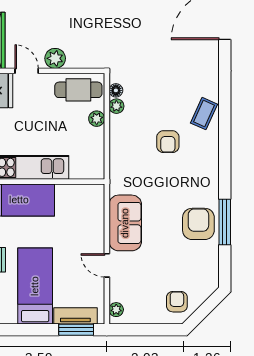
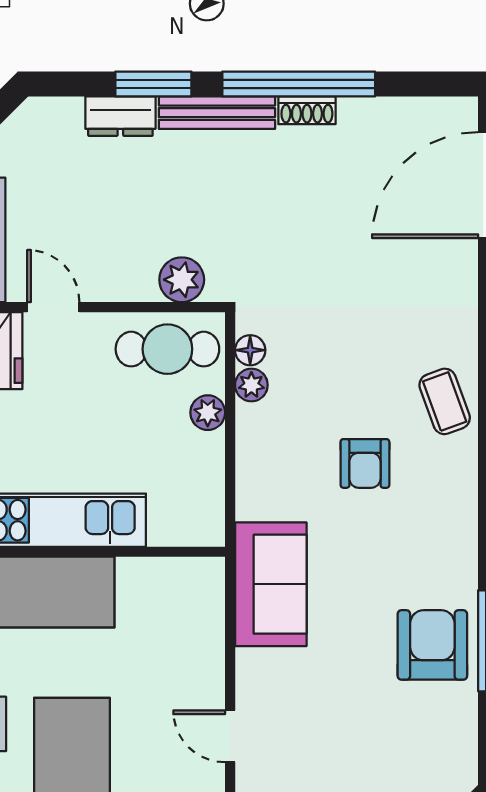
plant: (55, 58) -> (182, 280), moved
coffee table: (204, 114) -> (445, 401), turned -44
sofa: (125, 223) -> (271, 584), moved

